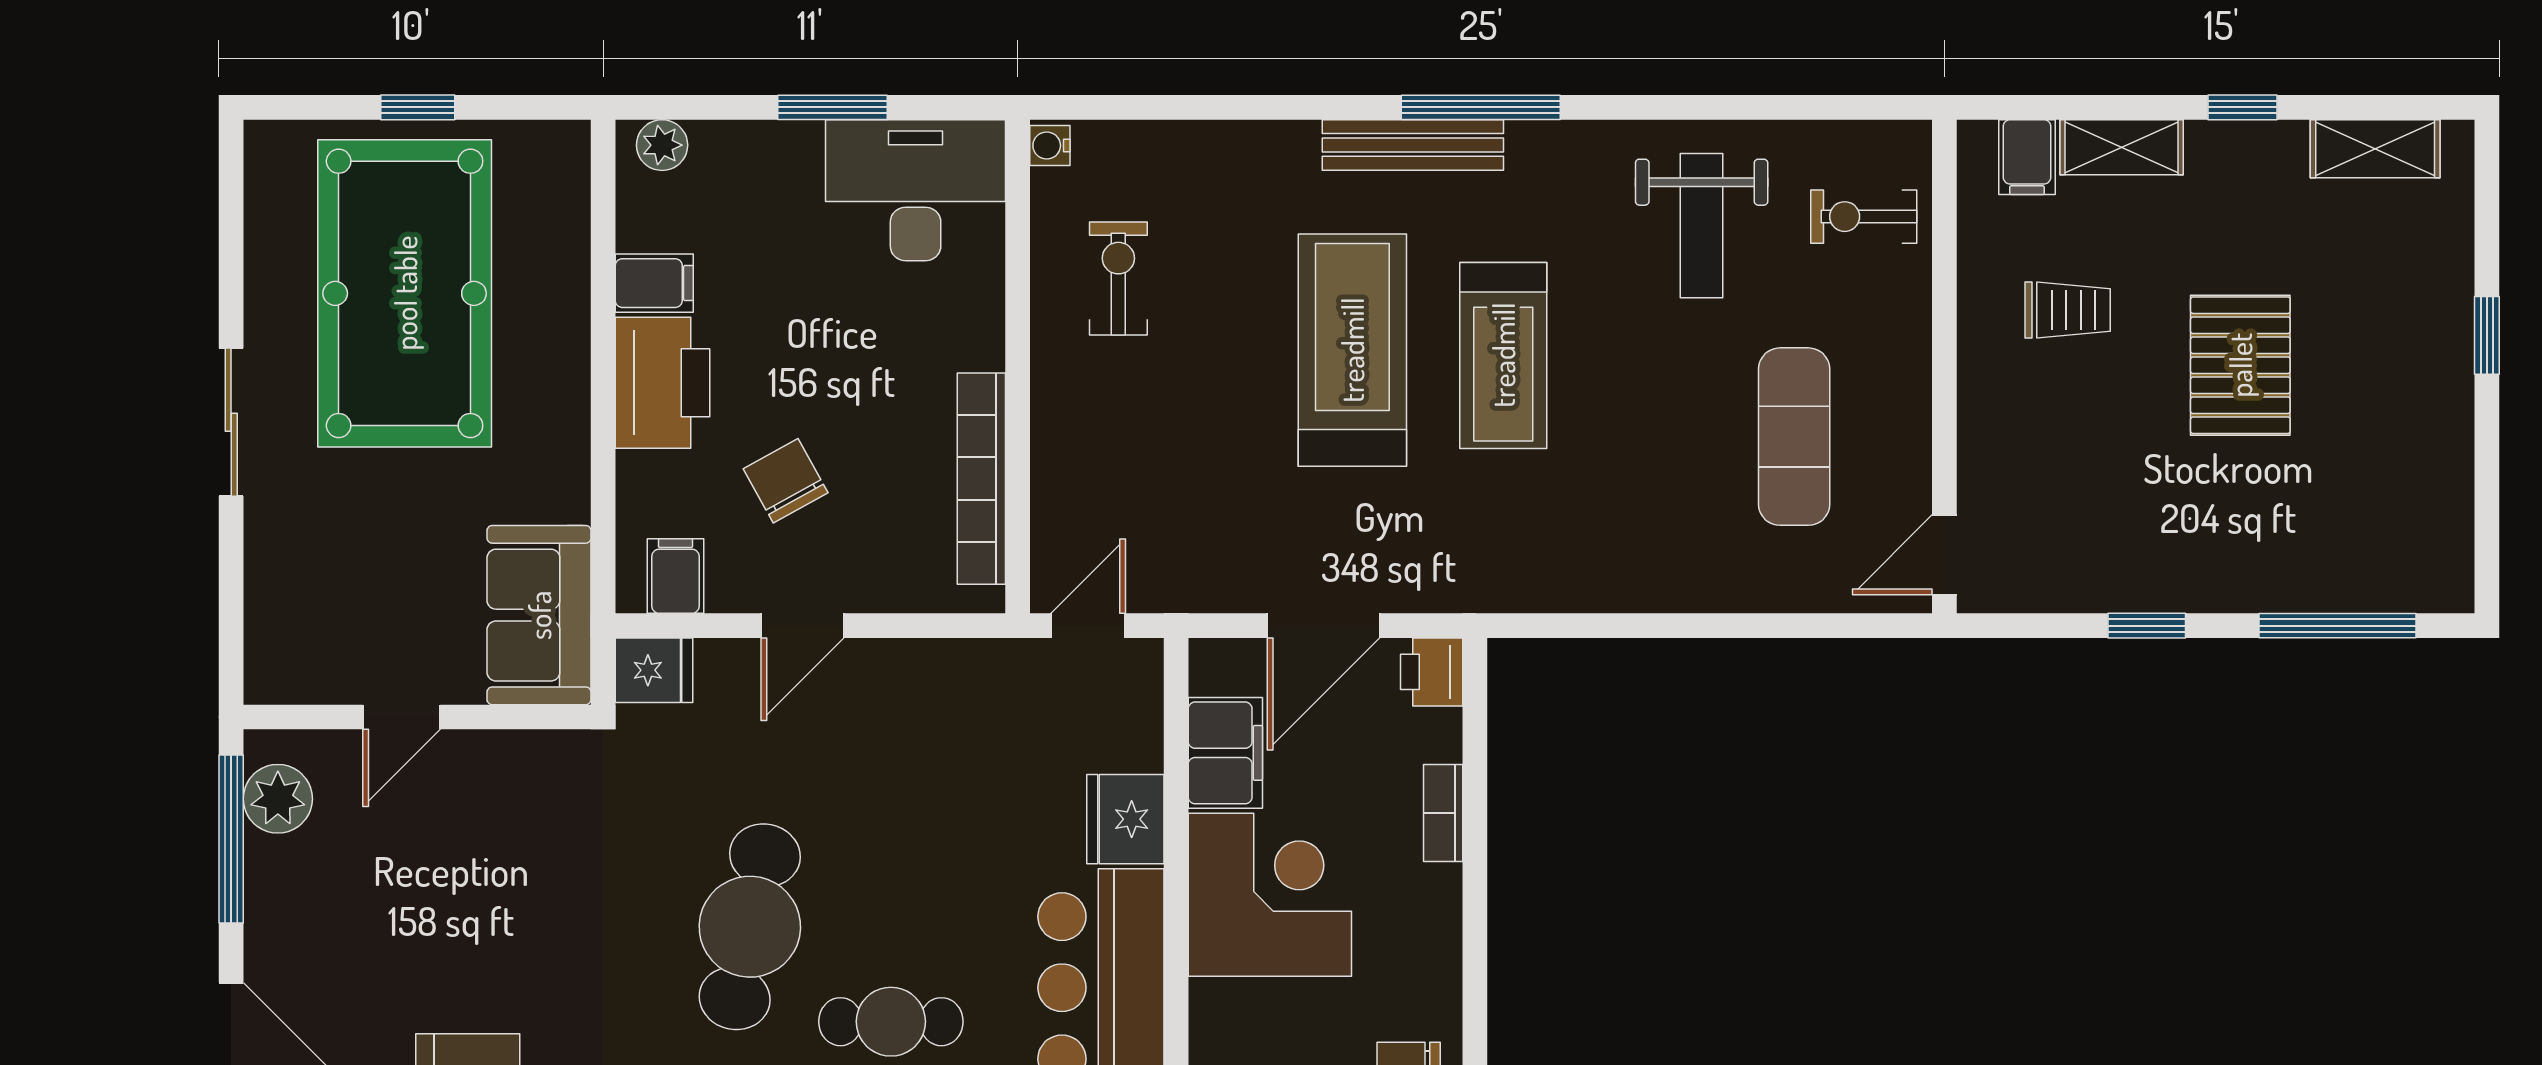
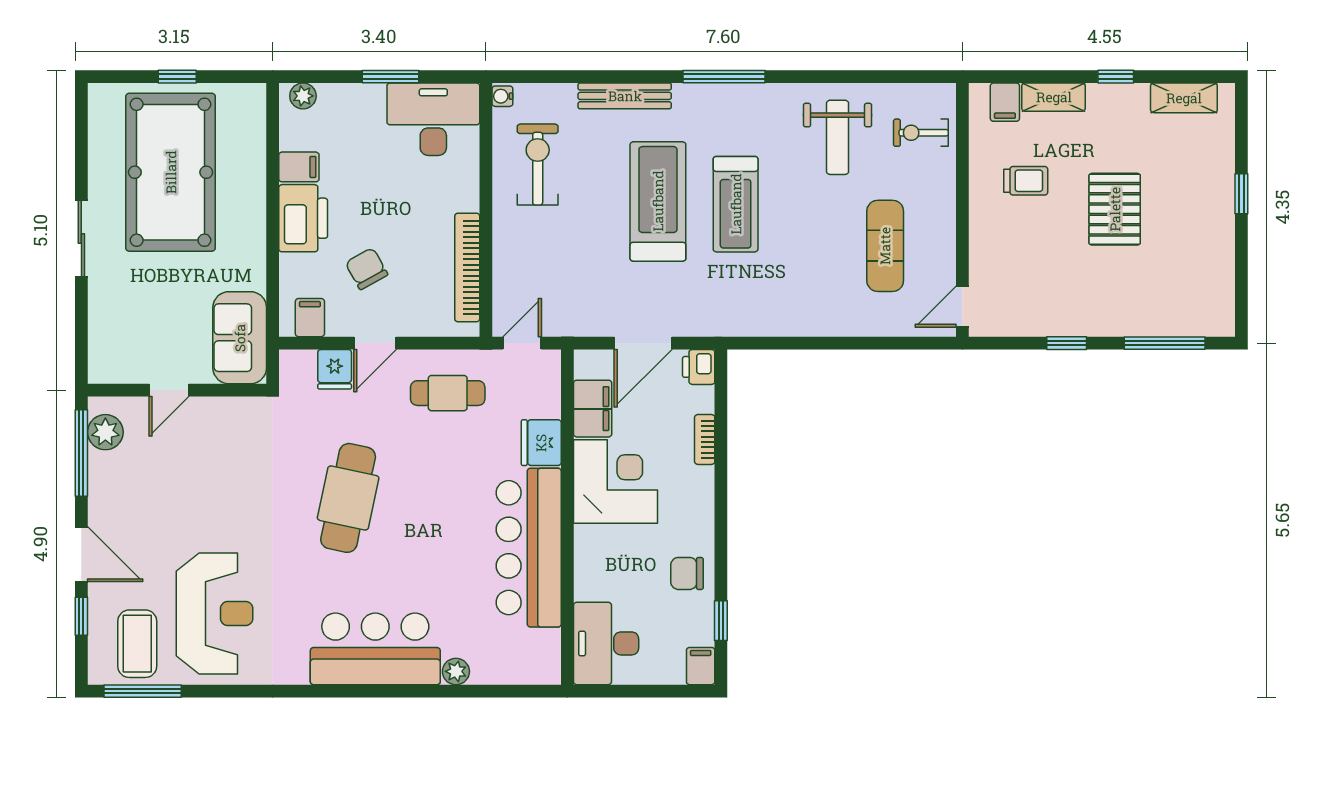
bench: (1413, 145) -> (625, 96), moved
exercise bike: (1118, 279) -> (538, 165), width x1.38, depth x1.39
fridge: (654, 670) -> (335, 369), moved, turned 90
cafe table: (891, 1022) -> (448, 393), moved

